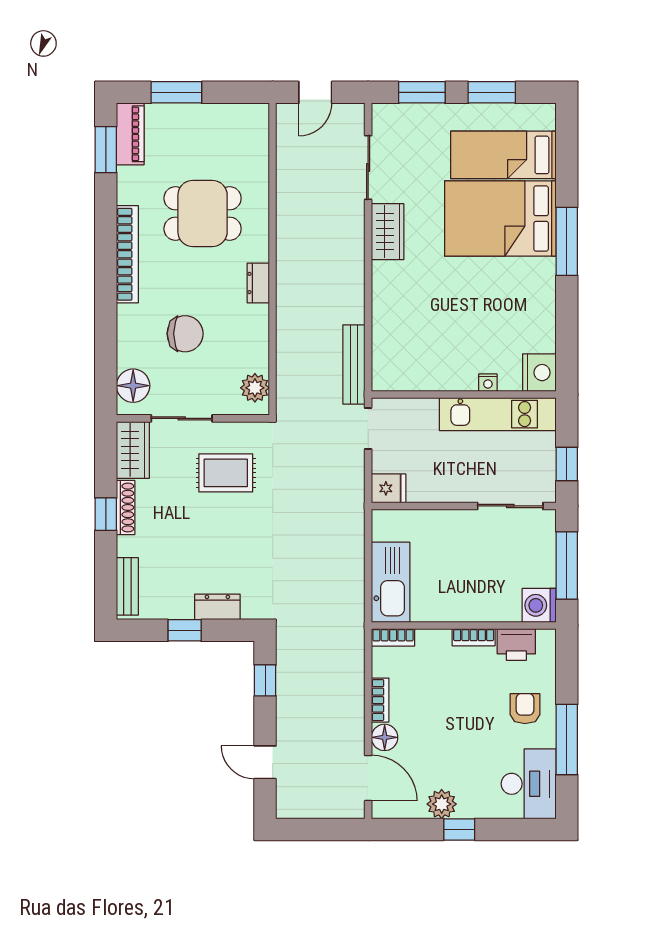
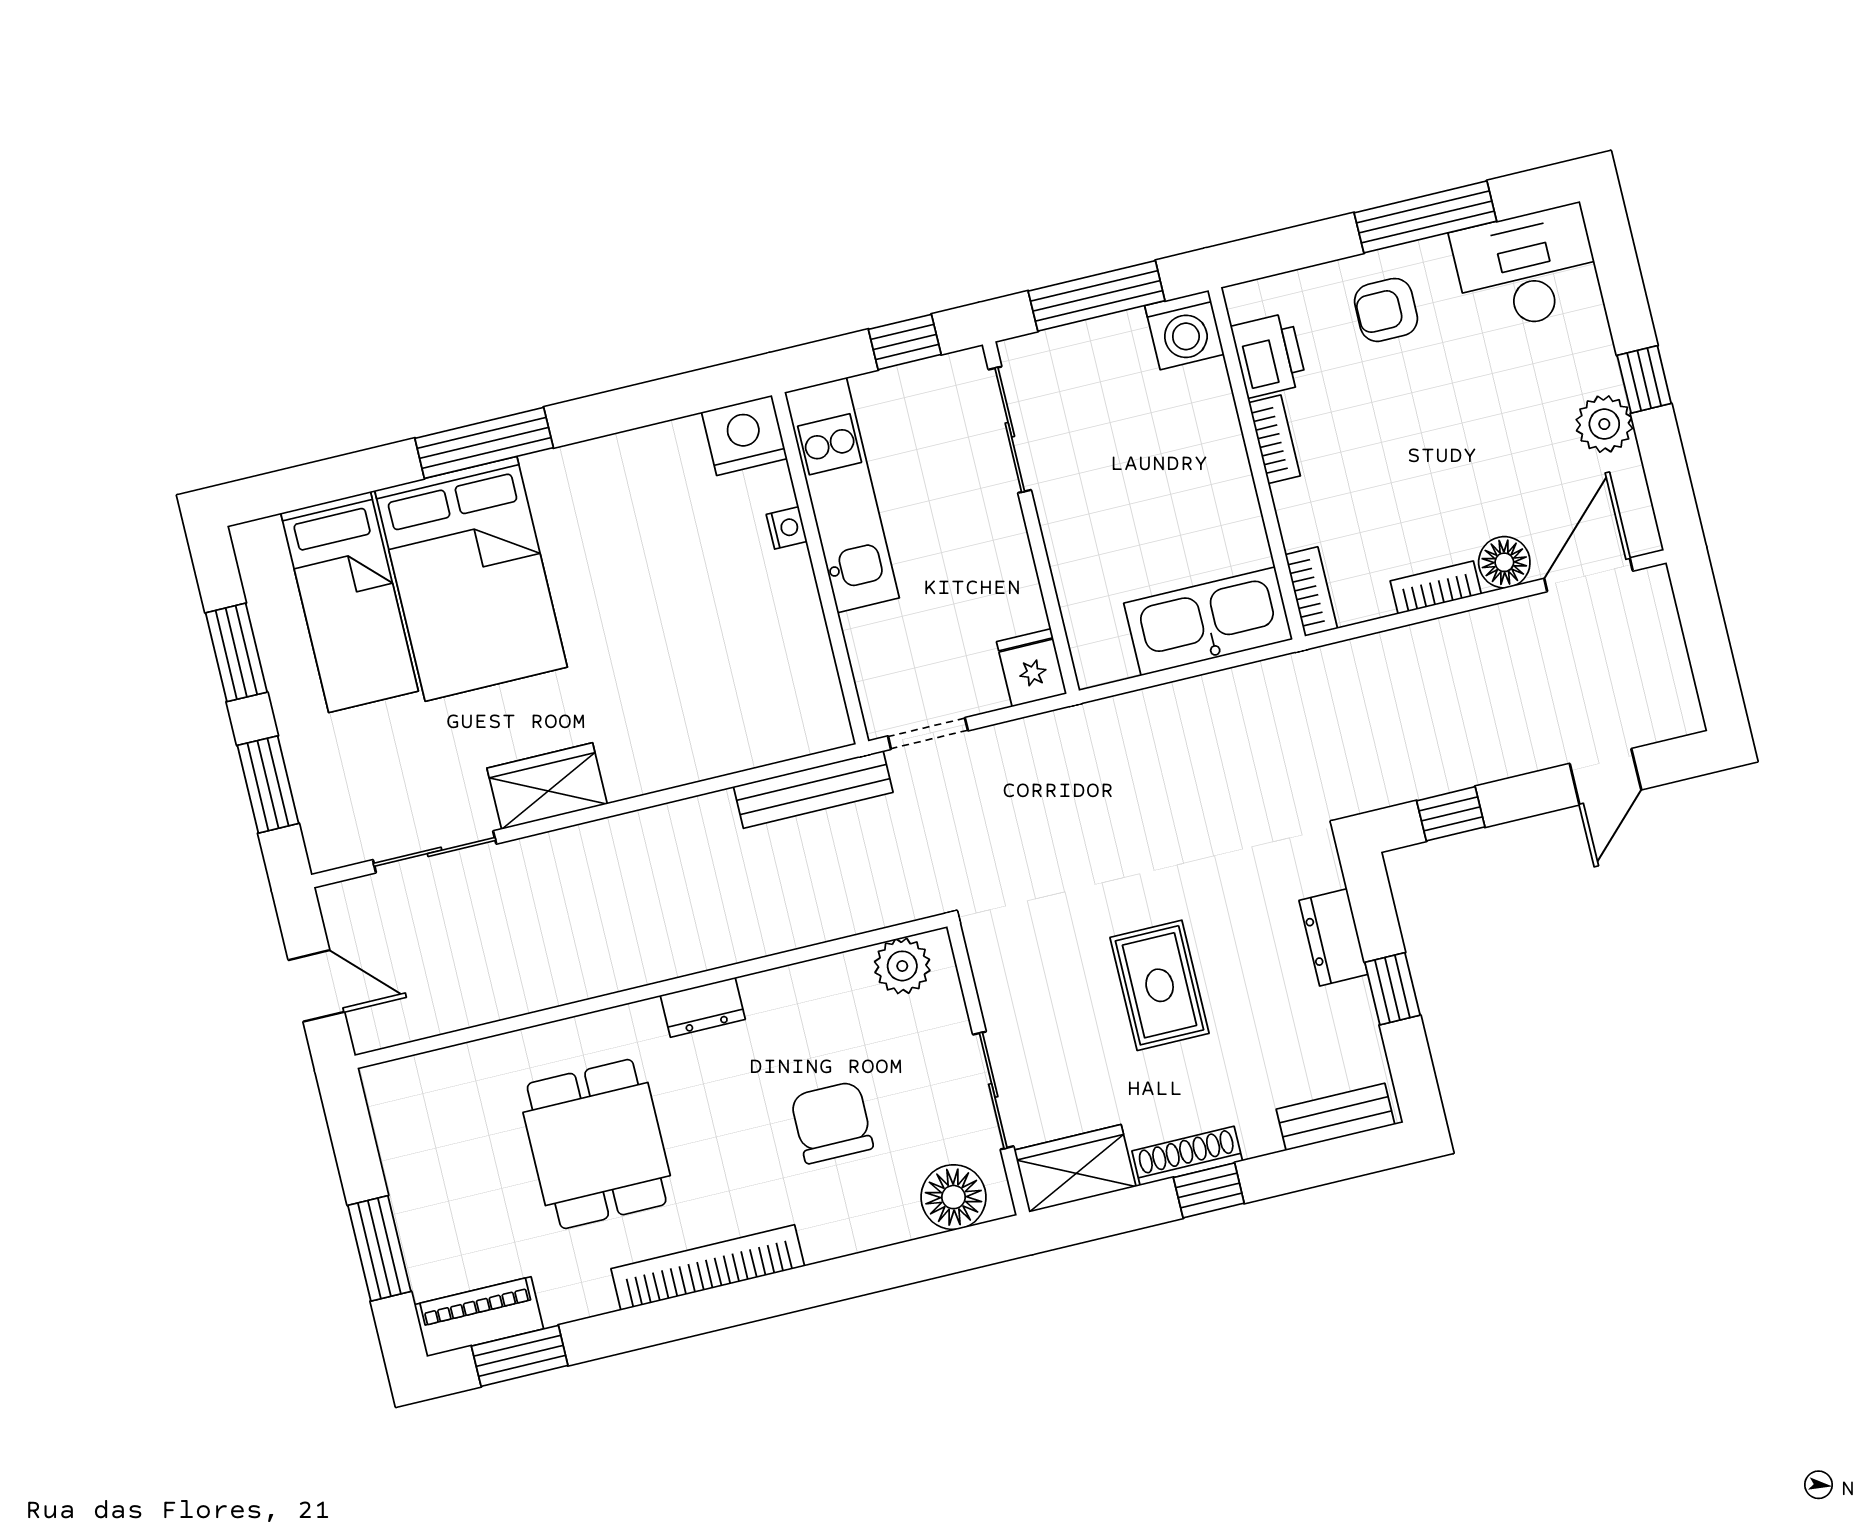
rug: (226, 473) -> (1160, 985), moved

